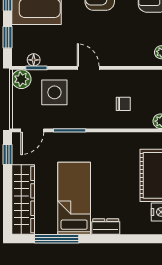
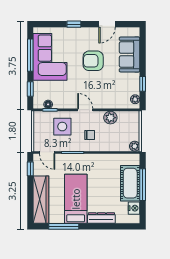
plant: (21, 79) -> (110, 118), moved
chair: (123, 104) -> (90, 135), moved
door: (32, 130) -> (47, 152), hinge flipped
dresser: (106, 227) -> (101, 218), width x1.44

